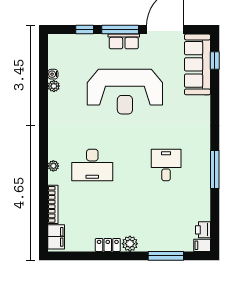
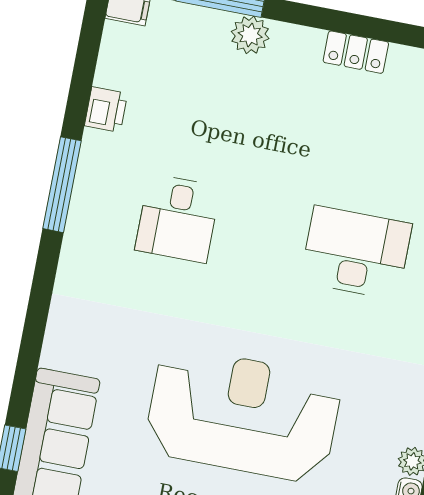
printer: (203, 230) -> (106, 110), moved
plant: (130, 244) -> (250, 35), moved

